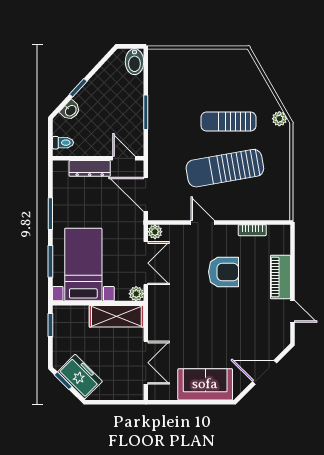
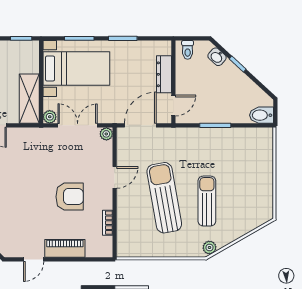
double door: (146, 263) -> (78, 125), swing flipped
armchair: (224, 272) -> (70, 197), turned -90

